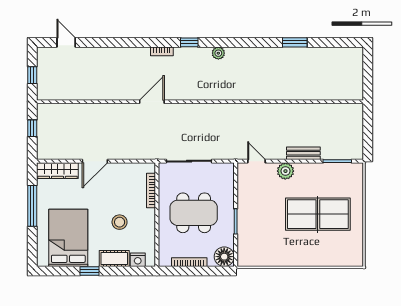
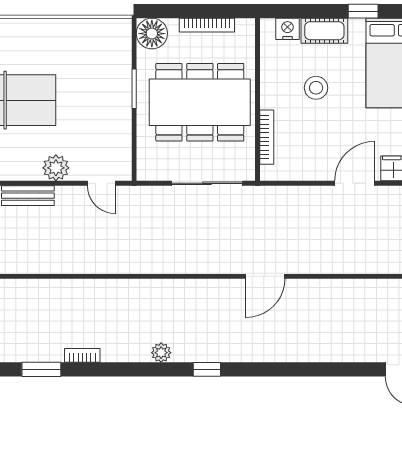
bookcase: (162, 51) -> (82, 355), moved
dining table: (194, 213) -> (200, 102), width x1.36, depth x1.24

